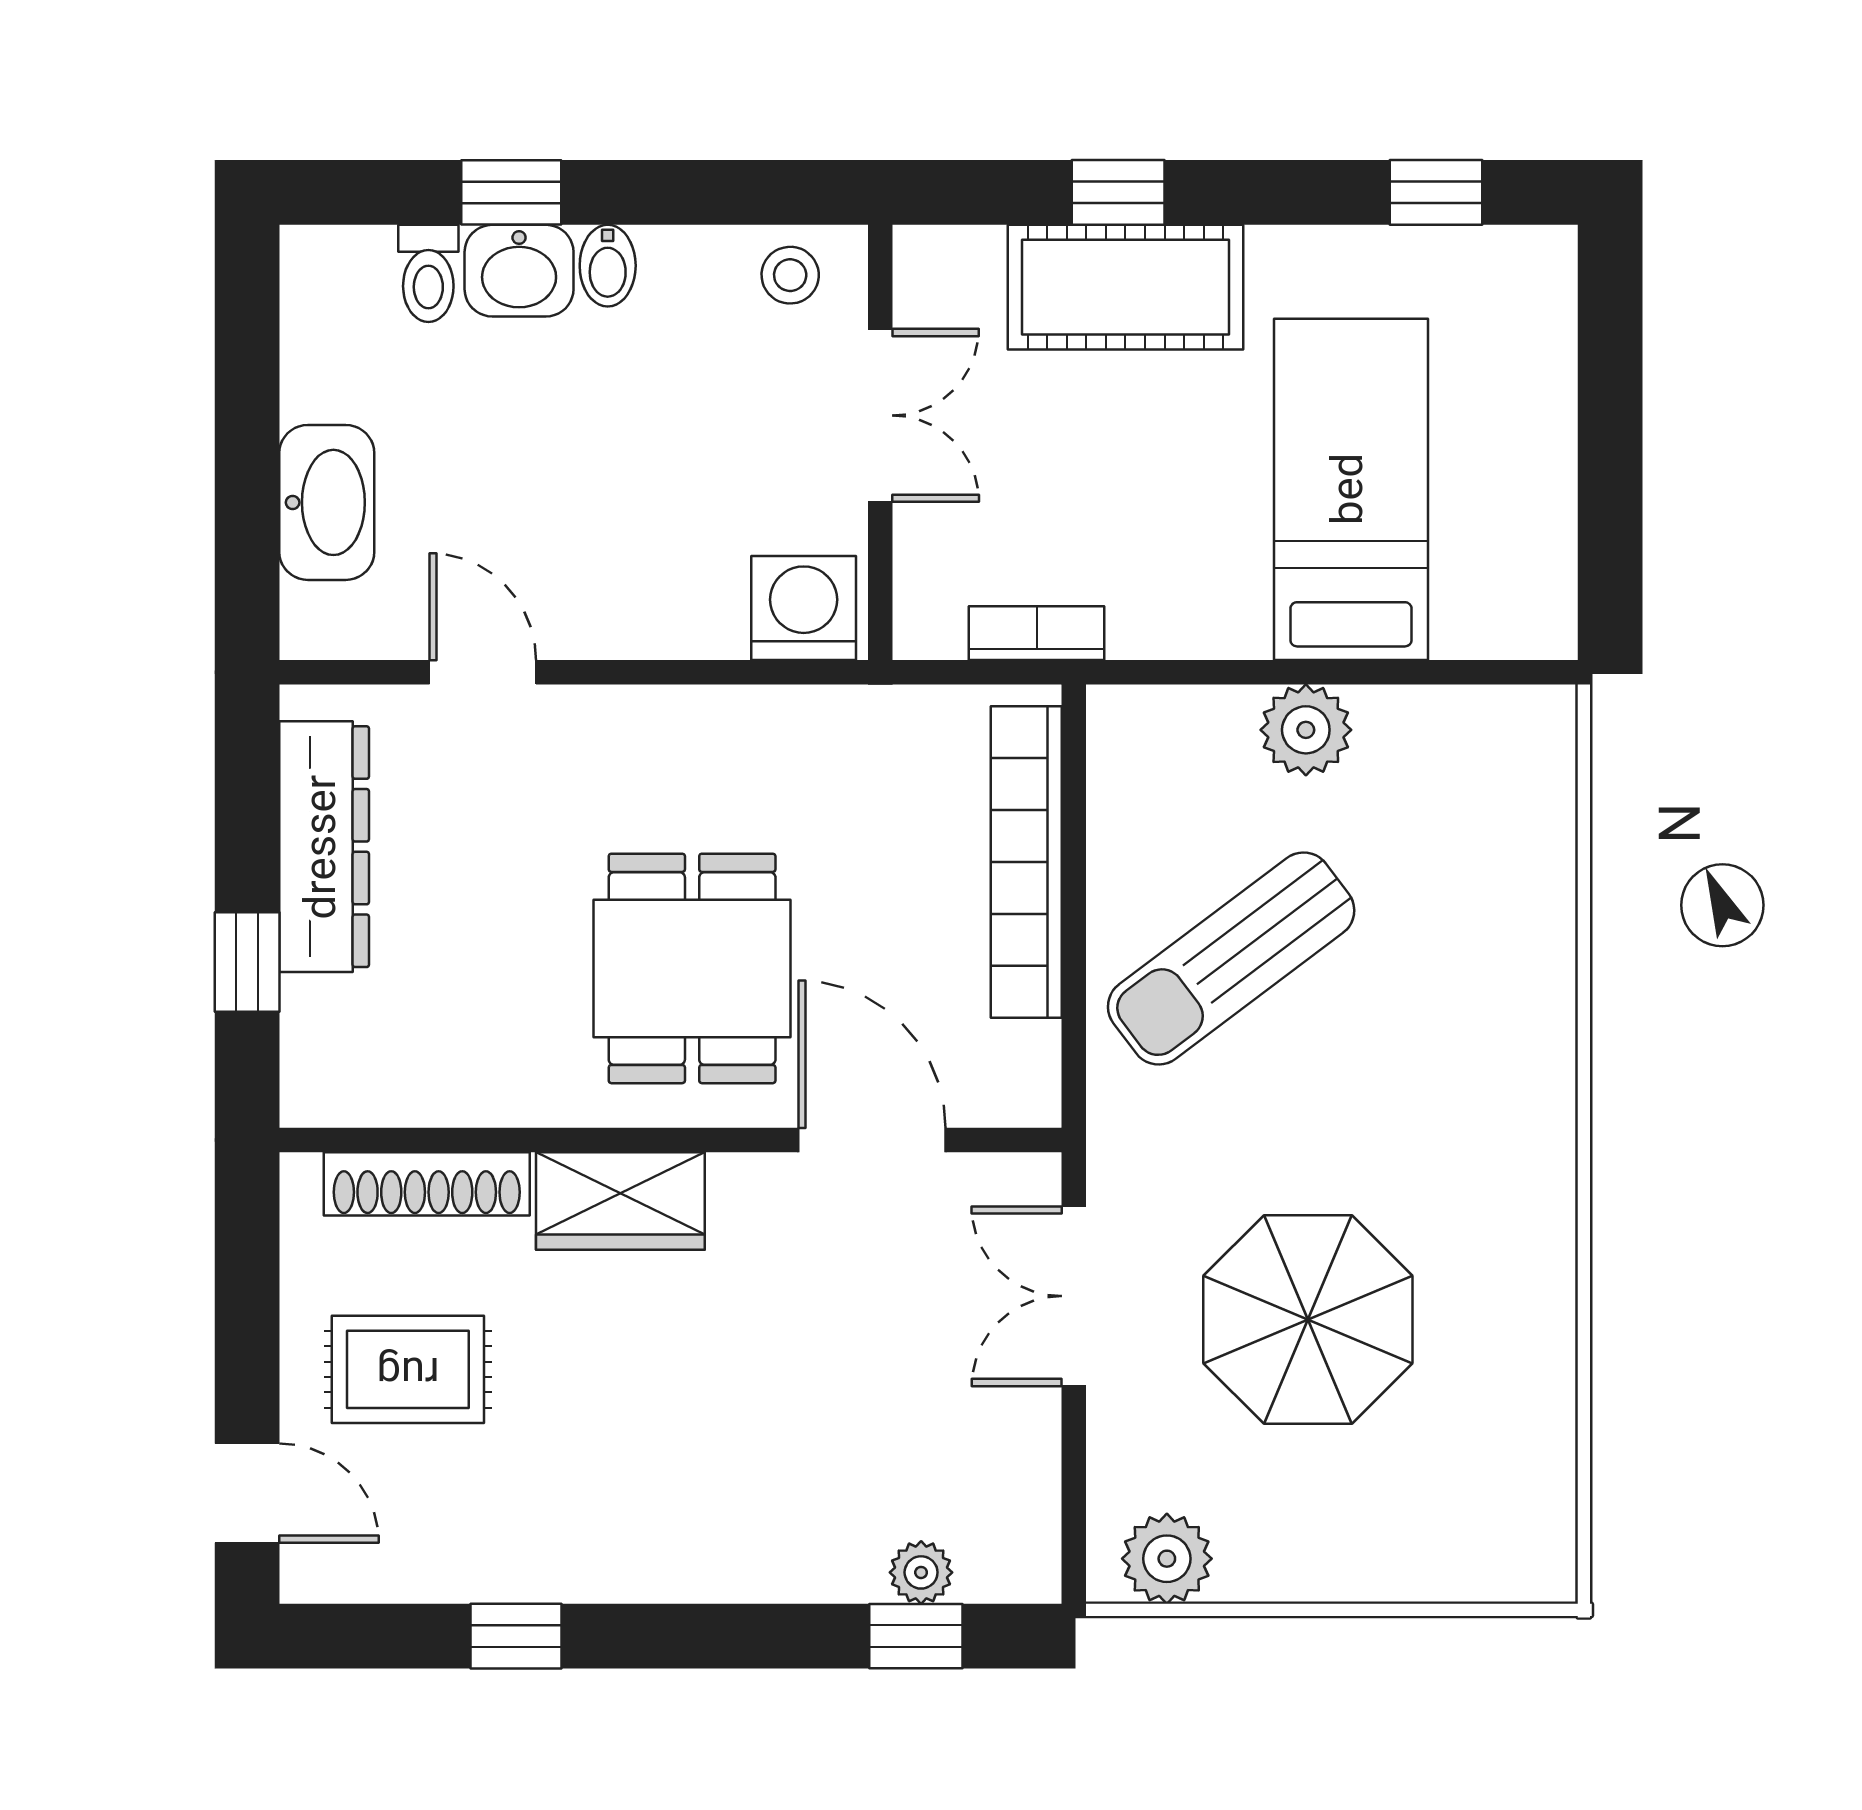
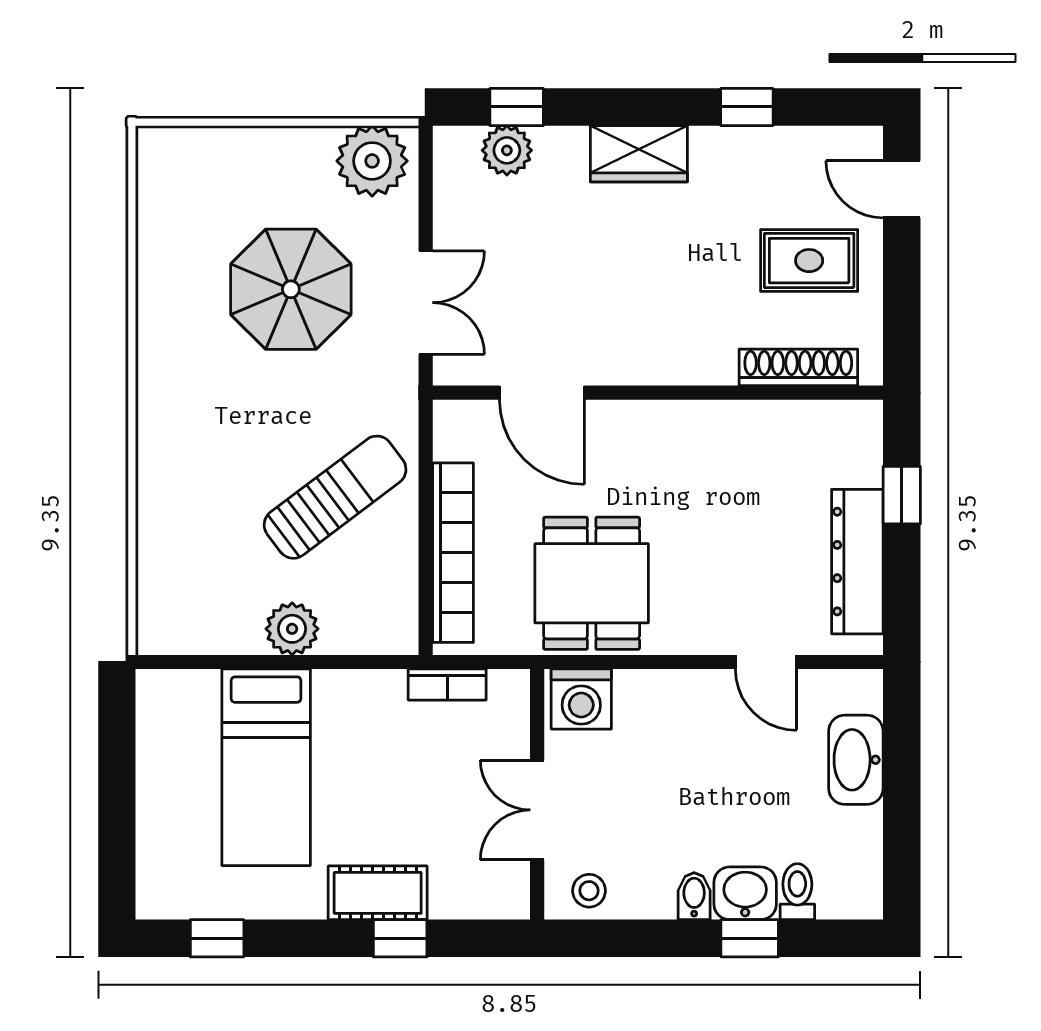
cot: (1125, 287) -> (378, 893), width x0.73, depth x0.75
dining table: (692, 968) -> (592, 583), moved
wardrobe: (620, 1201) -> (639, 154), moved, turned 180
plant: (1167, 1559) -> (372, 161), width x1.36, depth x1.36
plant: (921, 1572) -> (507, 150), width x1.38, depth x1.38

